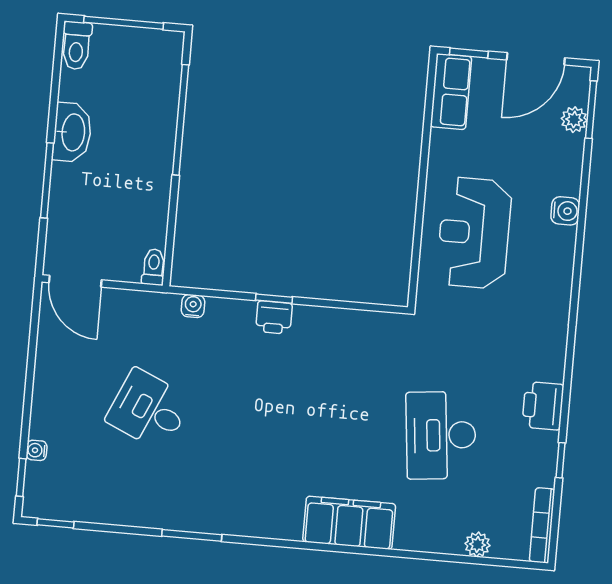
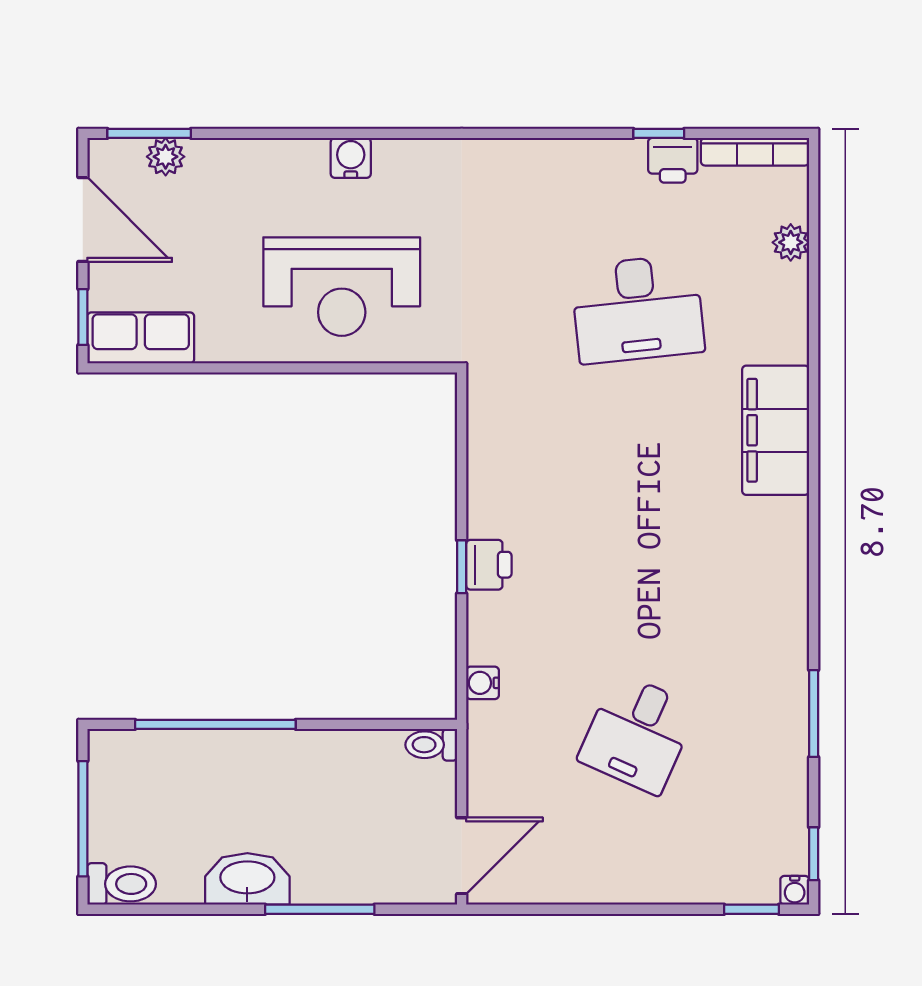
water cooler: (565, 211) -> (351, 158), moved
printer: (543, 406) -> (673, 160), moved, width x0.73, depth x0.81
water cooler: (37, 450) -> (795, 890), moved
window: (192, 535) -> (814, 714), moved

